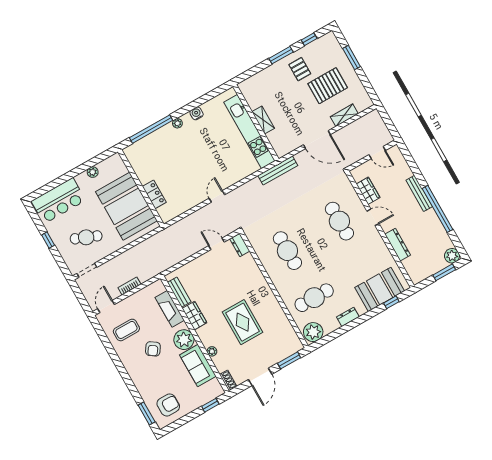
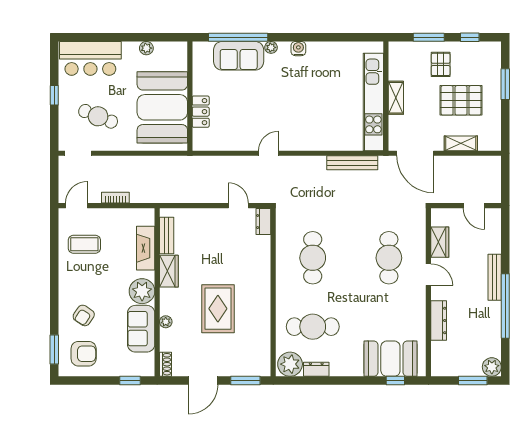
shelving: (263, 120) -> (396, 98), moved
wall: (256, 123) -> (386, 96), moved
kitchen unit: (249, 132) -> (373, 102), moved
sofa: (159, 142) -> (239, 56), added
dresser: (348, 317) -> (316, 369), moved
armchair: (153, 349) -> (84, 315), moved

